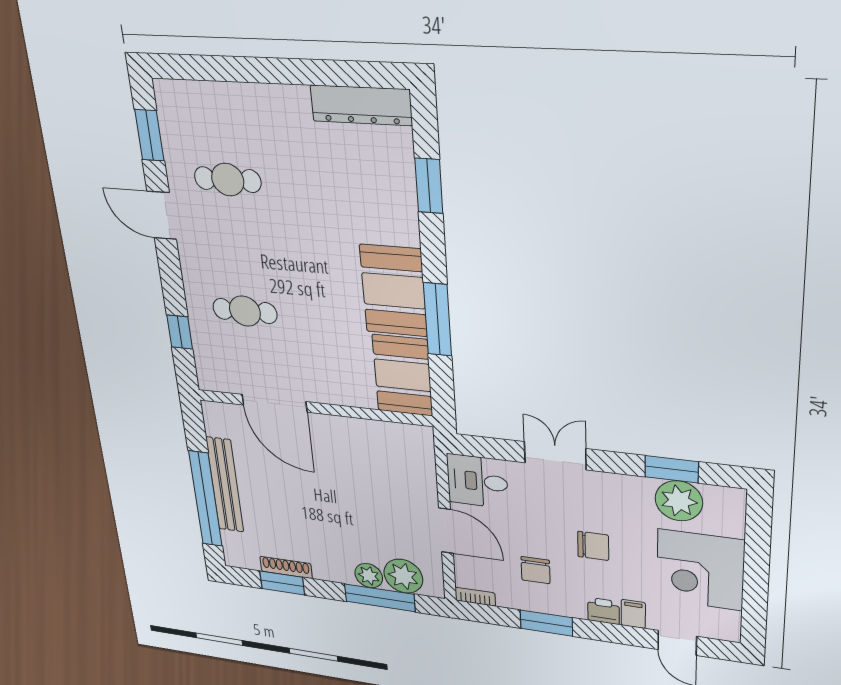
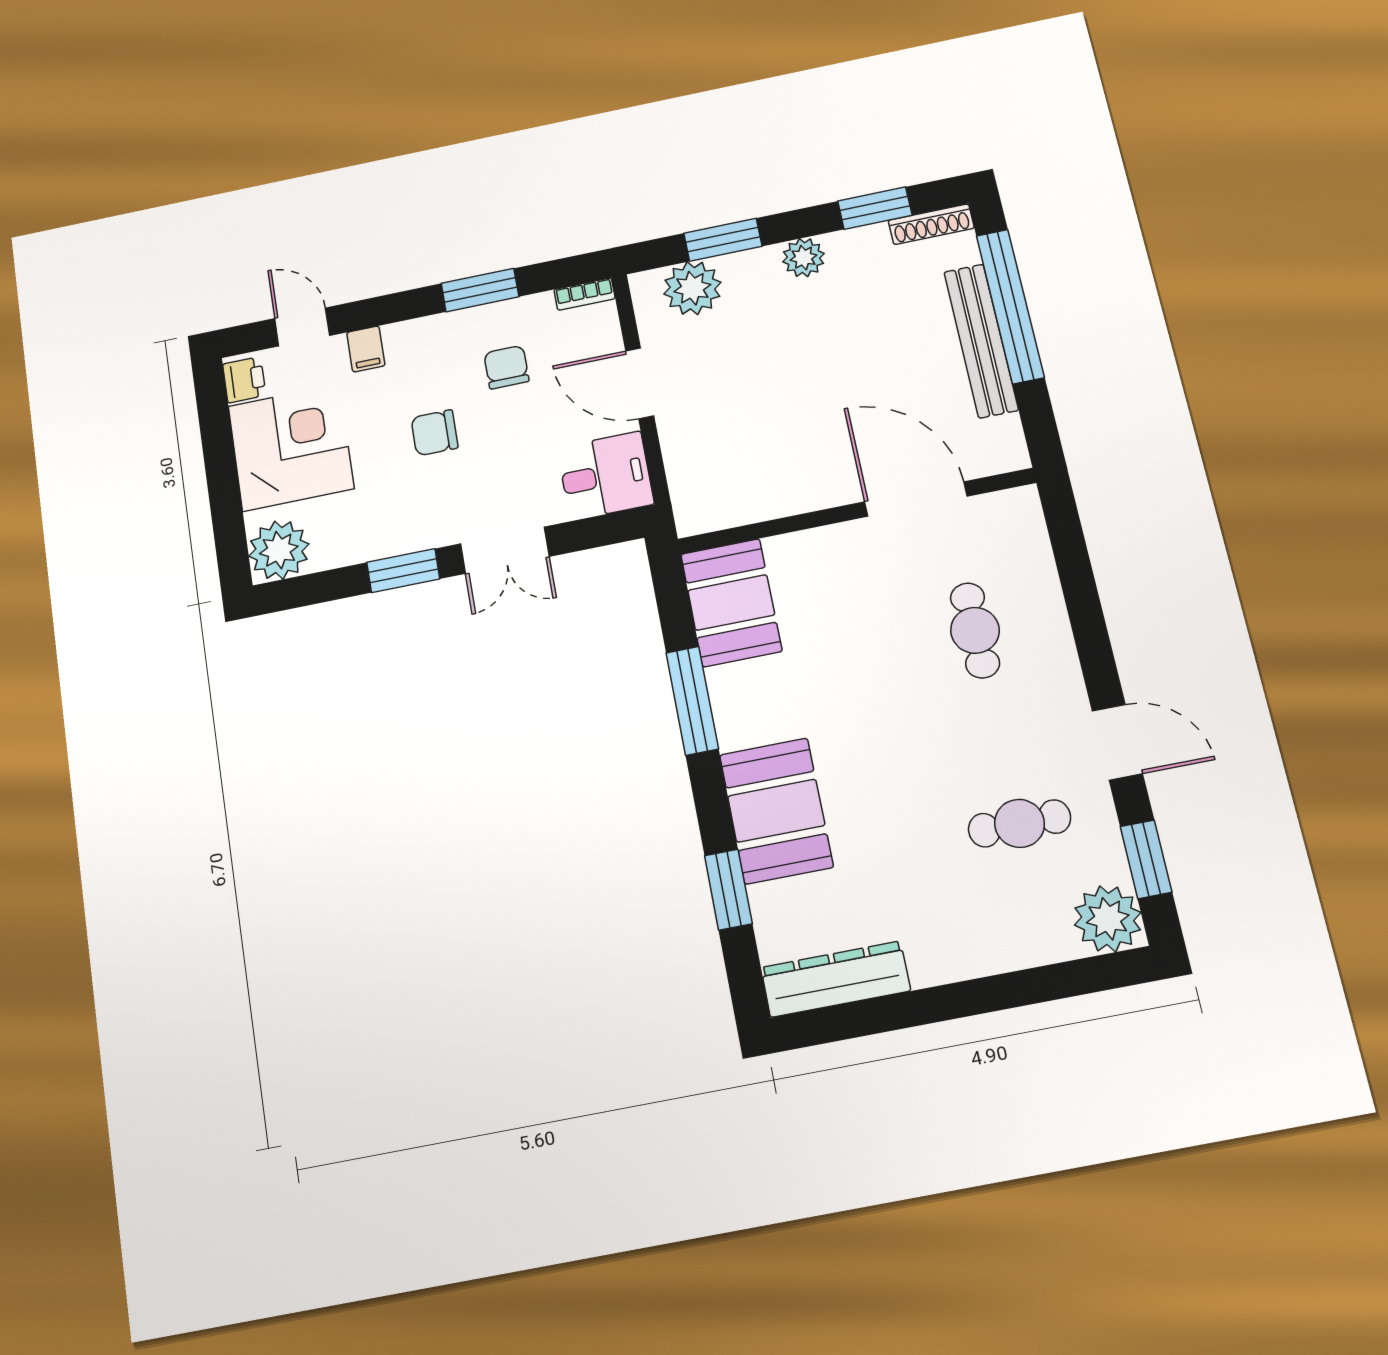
plant: (176, 102) -> (1108, 919), added
booth: (394, 291) -> (776, 811), moved
cafe table: (245, 311) -> (975, 630), turned 90
window: (180, 332) -> (1074, 567), removed
window: (672, 469) -> (403, 571), moved
plant: (679, 501) -> (279, 550), moved
shoe rack: (286, 567) -> (931, 224), moved
plant: (369, 576) -> (804, 258), moved
window: (380, 598) -> (723, 240), width x0.69
printer: (604, 611) -> (244, 380), moved, turned -90

